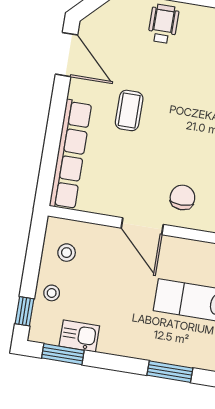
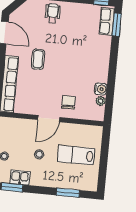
door: (142, 226) -> (49, 119), hinge flipped
stool: (67, 253) -> (39, 154), moved

